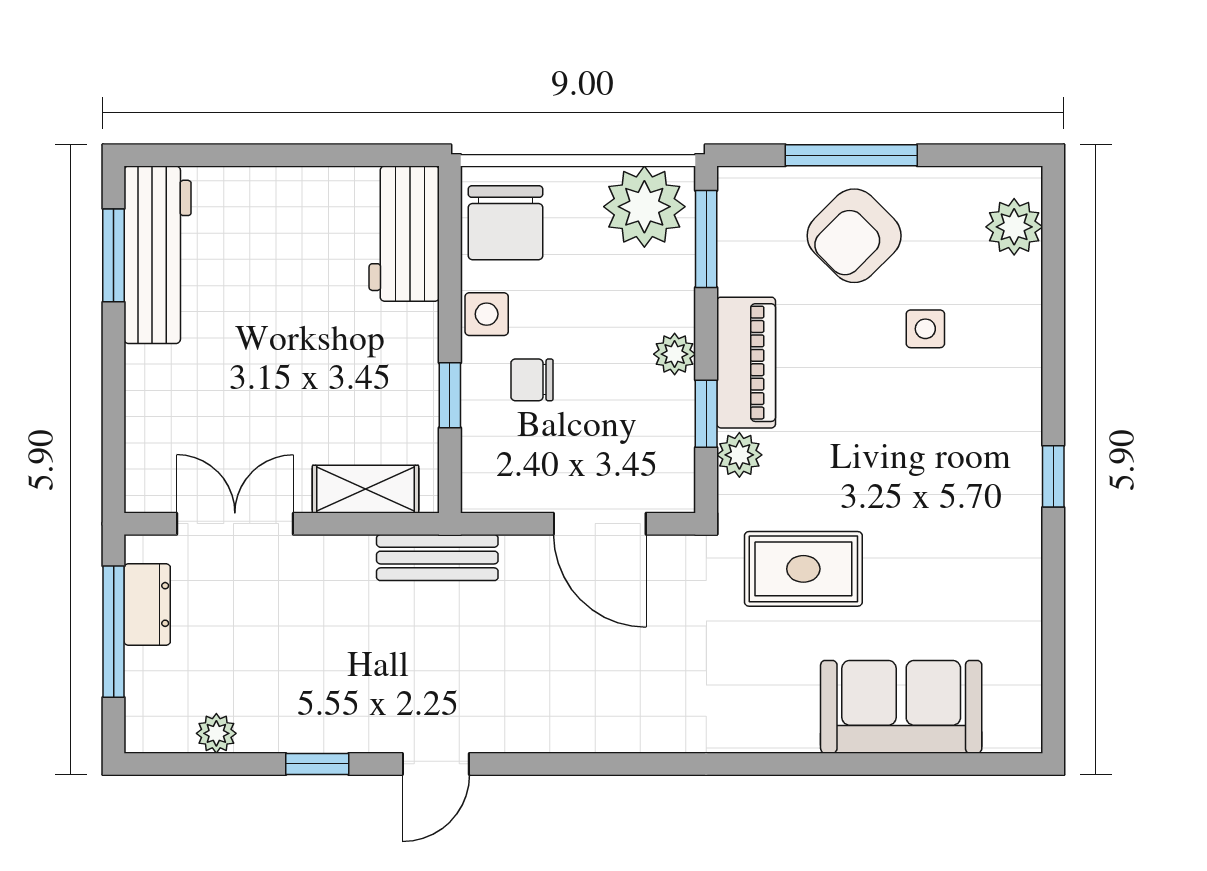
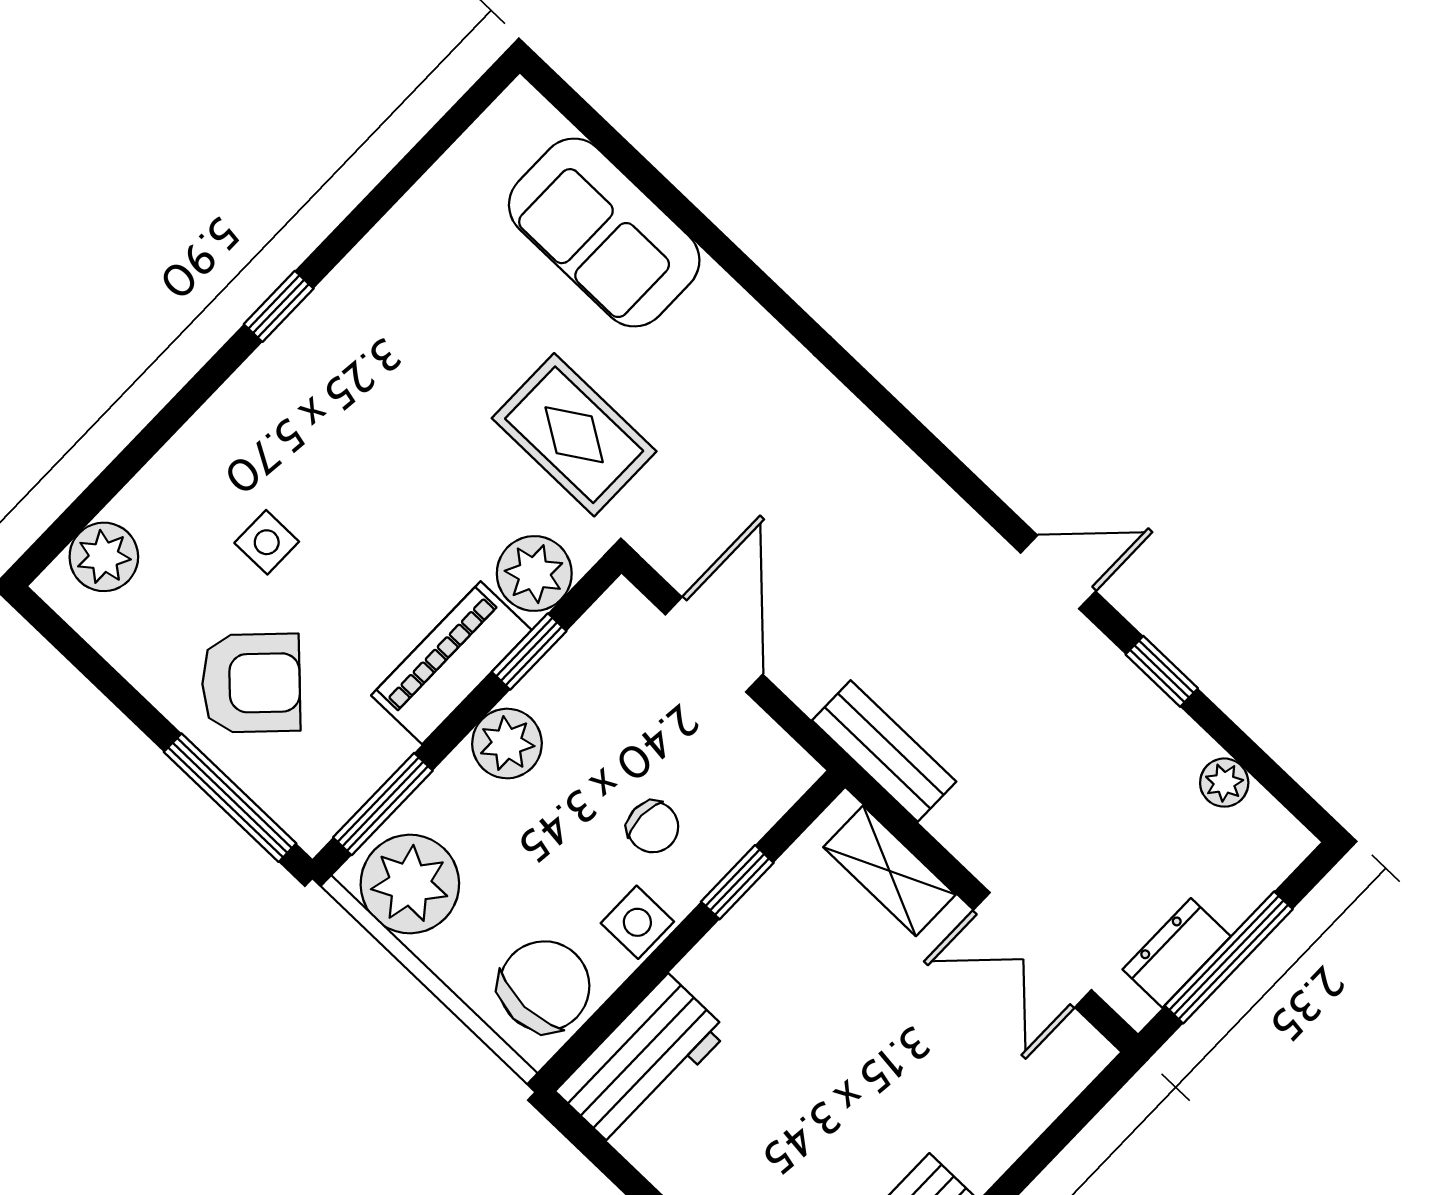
window: (851, 155) -> (230, 798), moved
plant: (675, 354) -> (507, 744), width x1.38, depth x1.38
plant: (739, 455) -> (534, 573), width x1.38, depth x1.38

